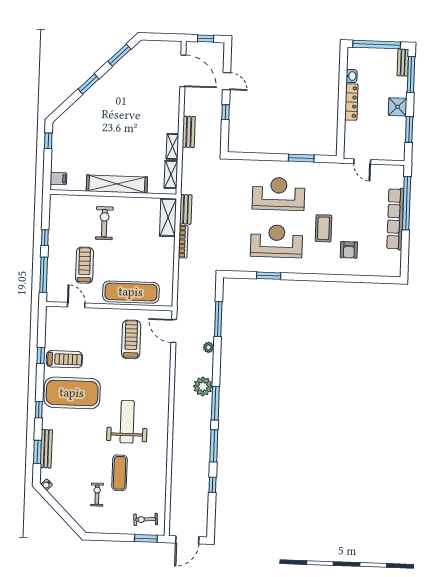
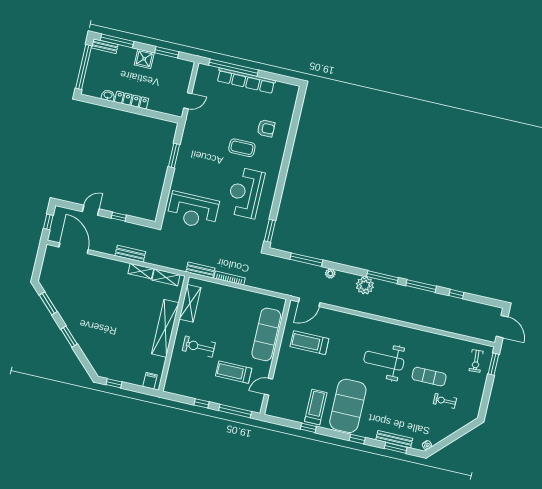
door: (183, 71) -> (74, 248), hinge flipped
reception desk: (279, 194) -> (193, 211), moved, turned -90
shelving: (168, 217) -> (190, 303), moved, turned 90
window: (269, 276) -> (270, 231), moved

